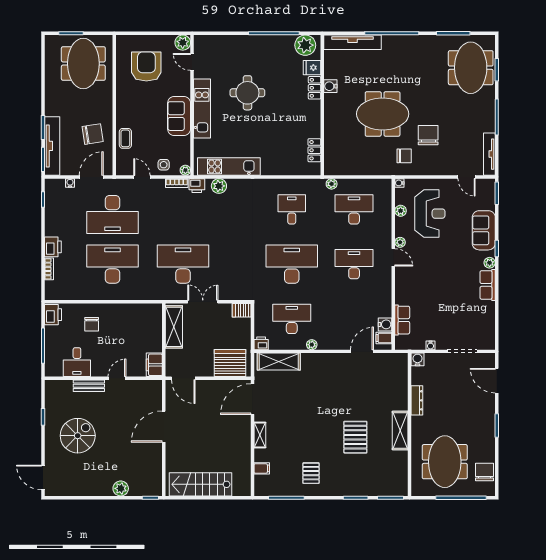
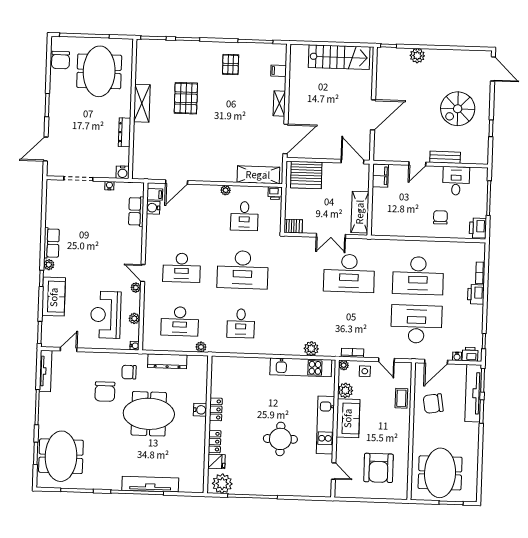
tv unit: (352, 42) -> (150, 484), moved
plant: (183, 43) -> (345, 390), moved
water cooler: (330, 86) -> (200, 410), moved
locker: (314, 150) -> (216, 409), moved
dresser: (365, 168) -> (167, 361), added
door: (467, 177) -> (69, 349), hinge flipped
printer: (197, 186) -> (470, 354), moved
desk: (292, 319) -> (244, 216), width x0.73
door: (497, 381) -> (46, 149), swing flipped

